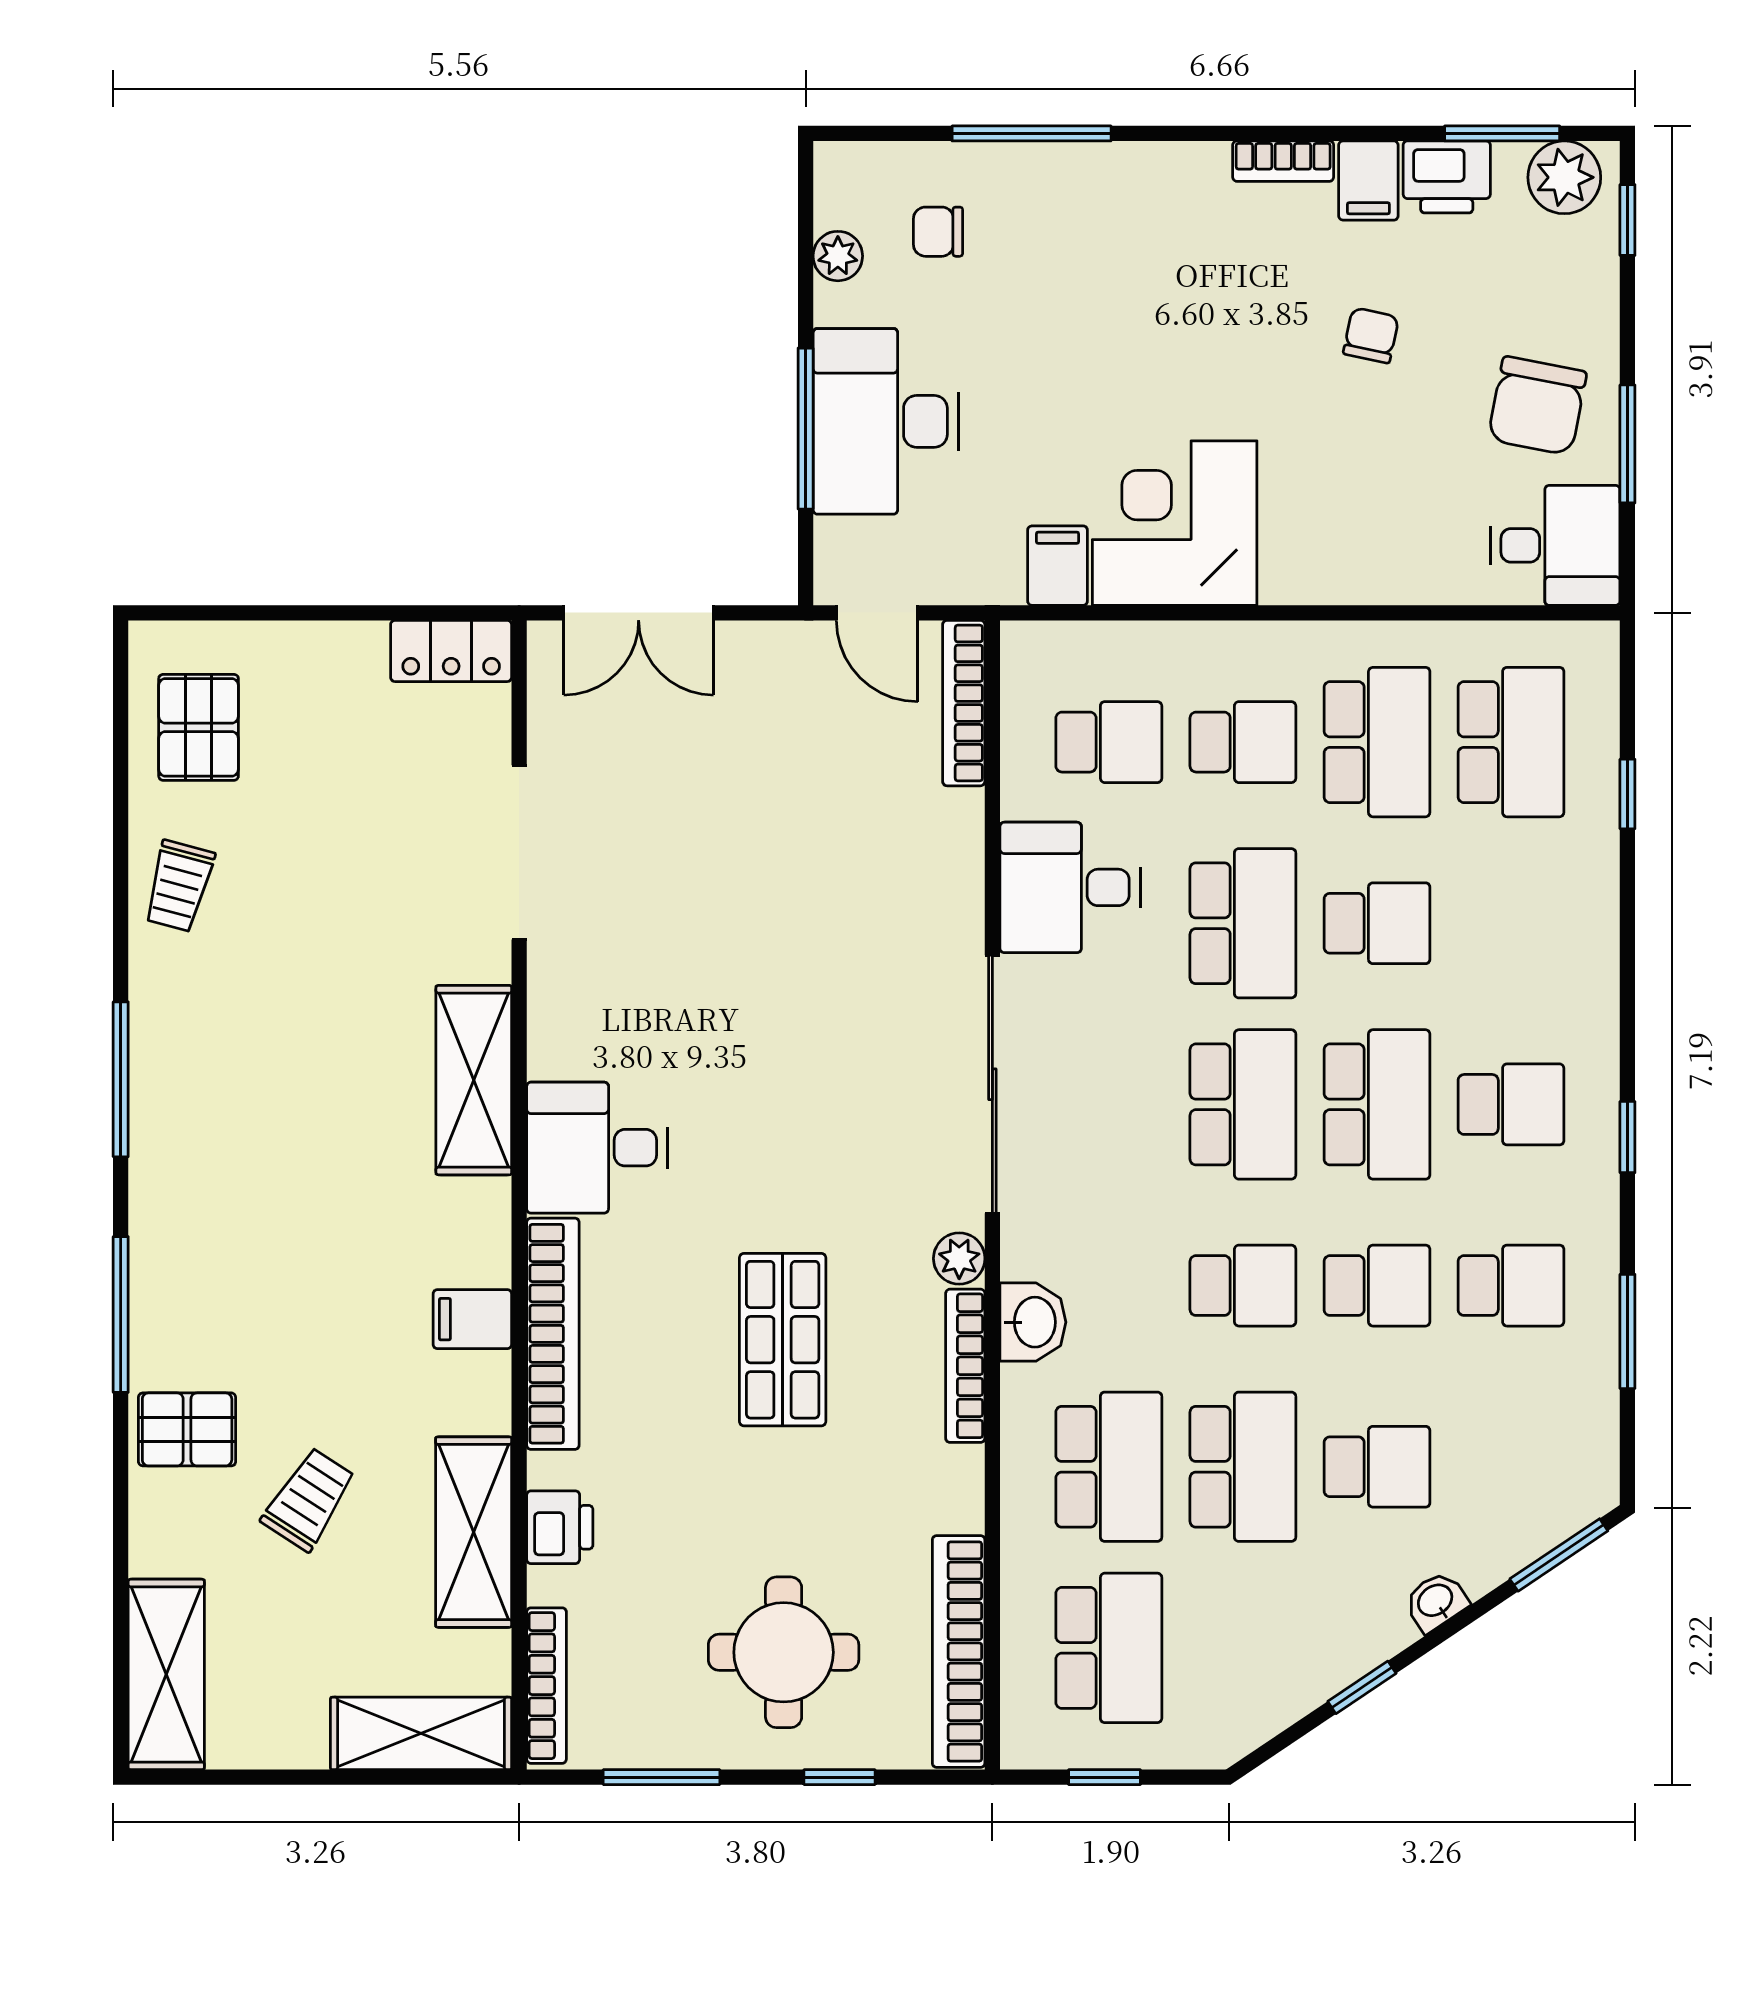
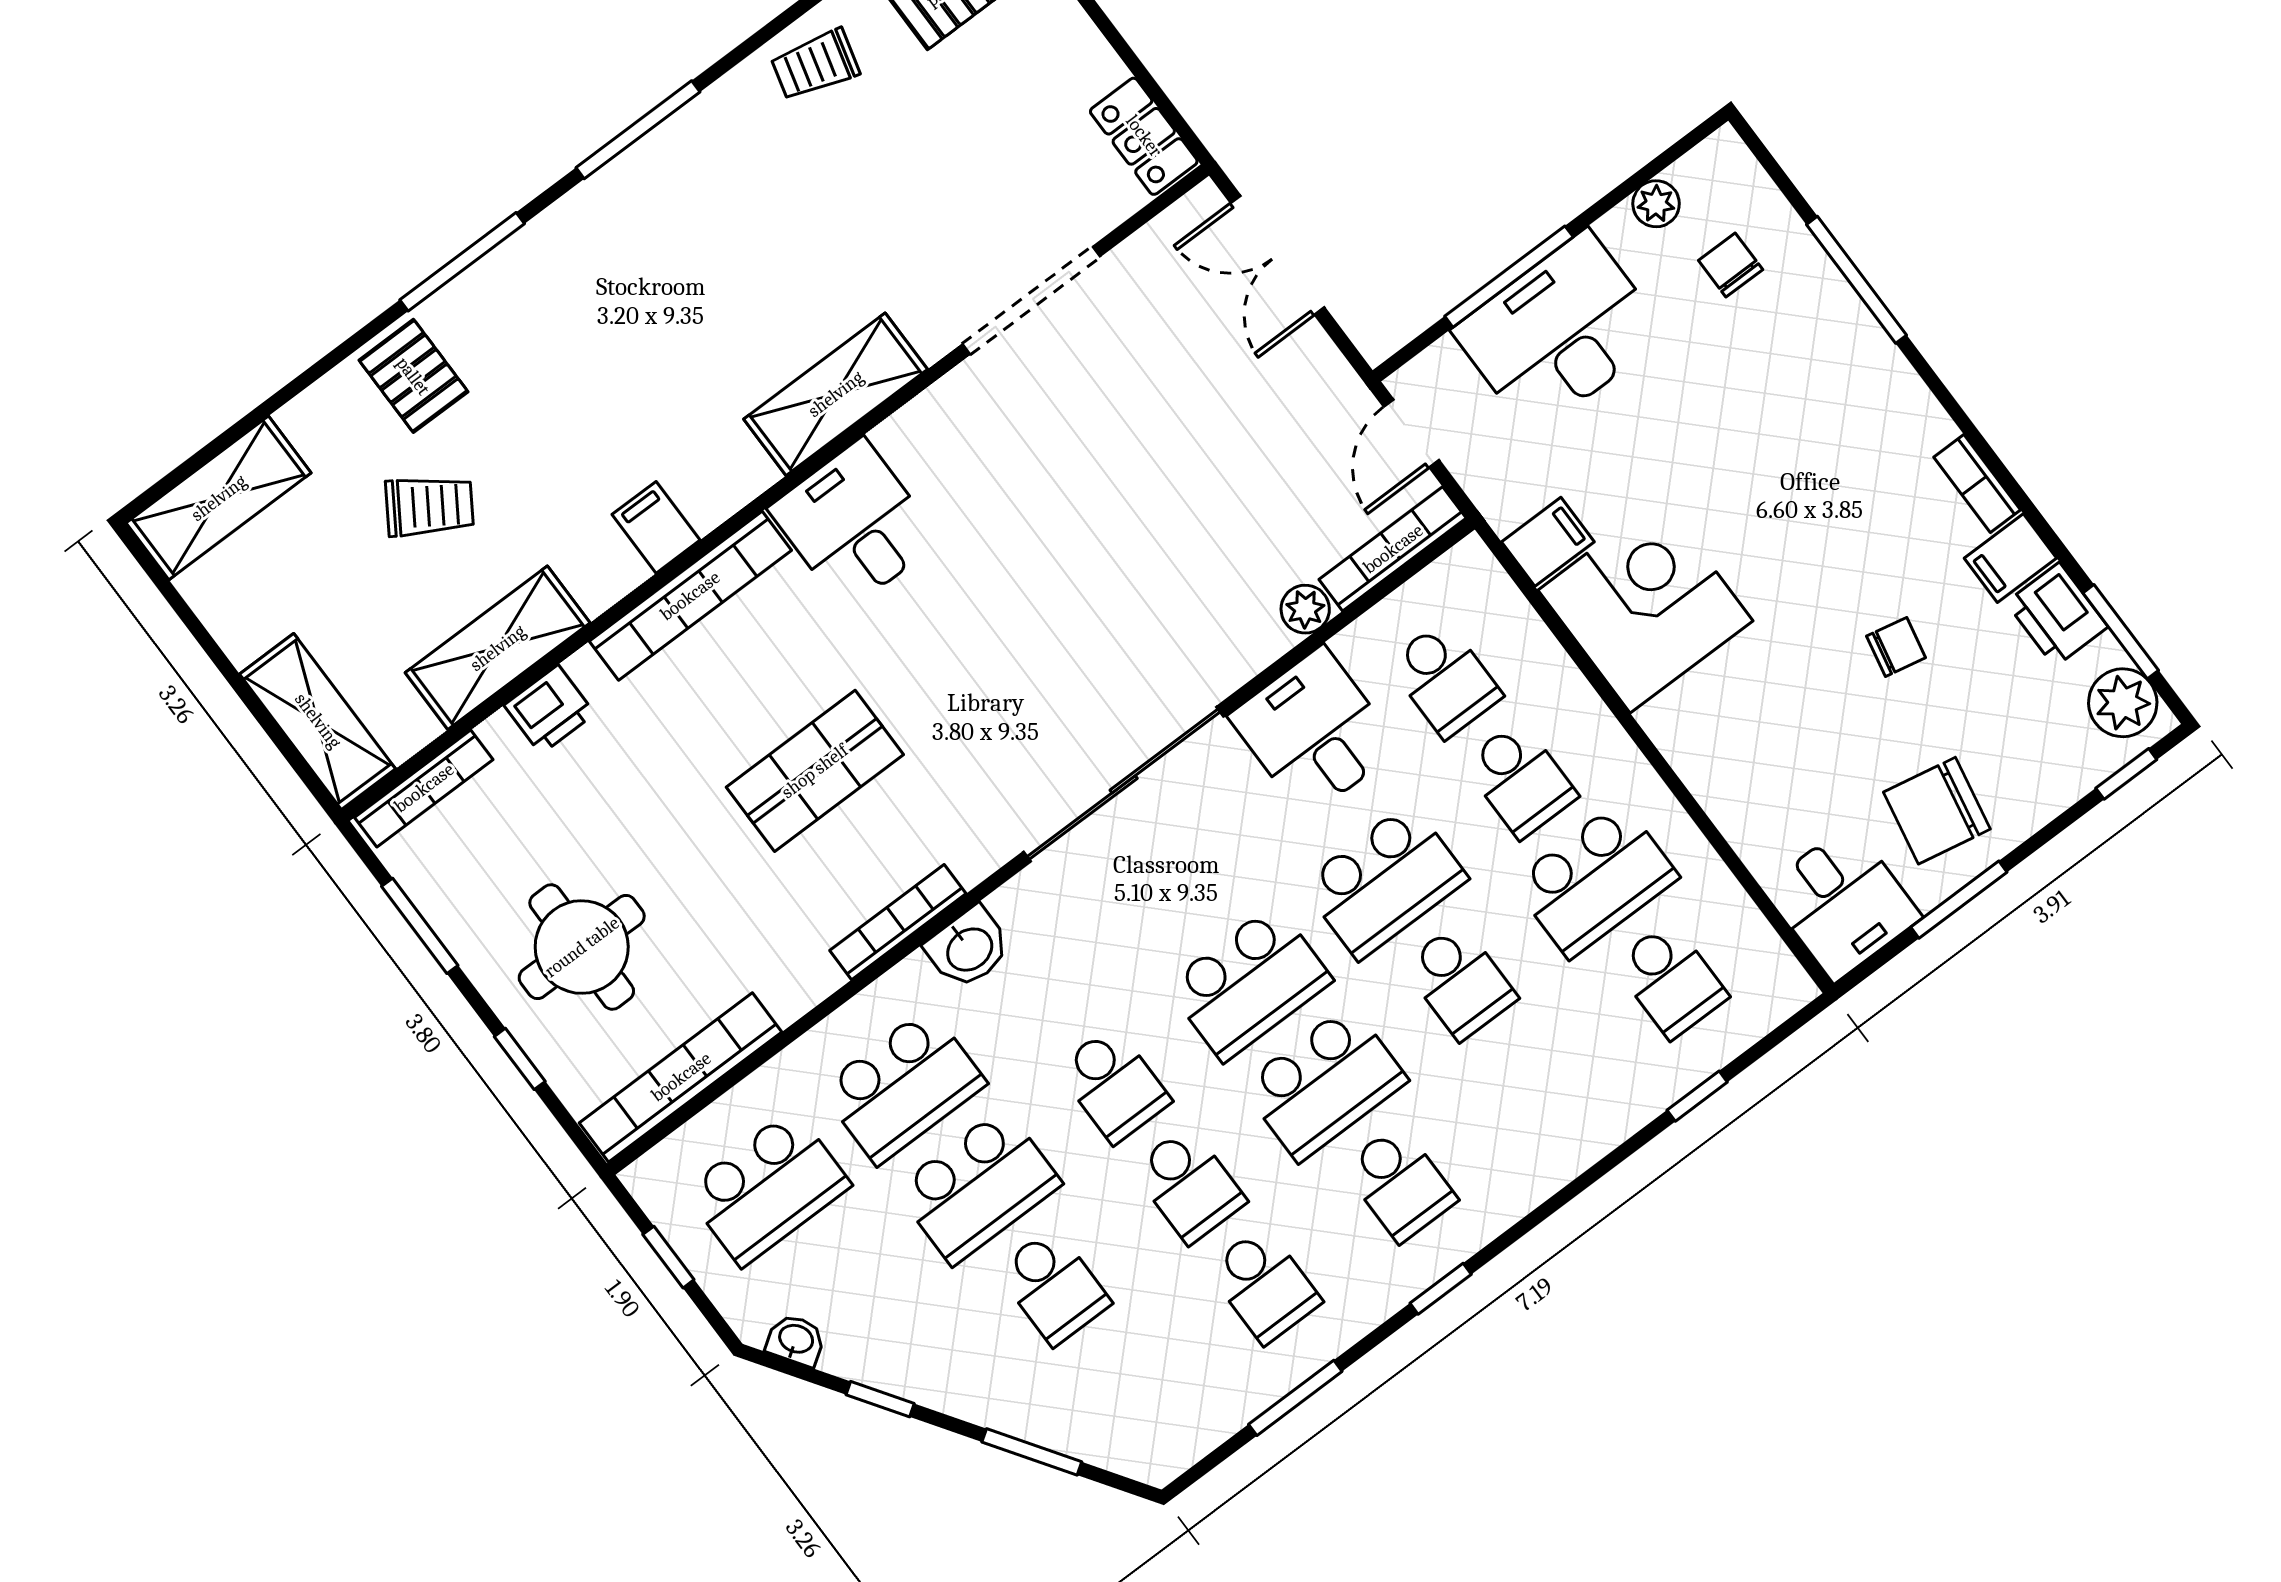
school desk: (1511, 742) -> (1671, 980), width x0.54
plant: (959, 1258) -> (1305, 609), moved
window: (1559, 1555) -> (1032, 1452), moved
washbasin: (1436, 1601) -> (796, 1340), moved

